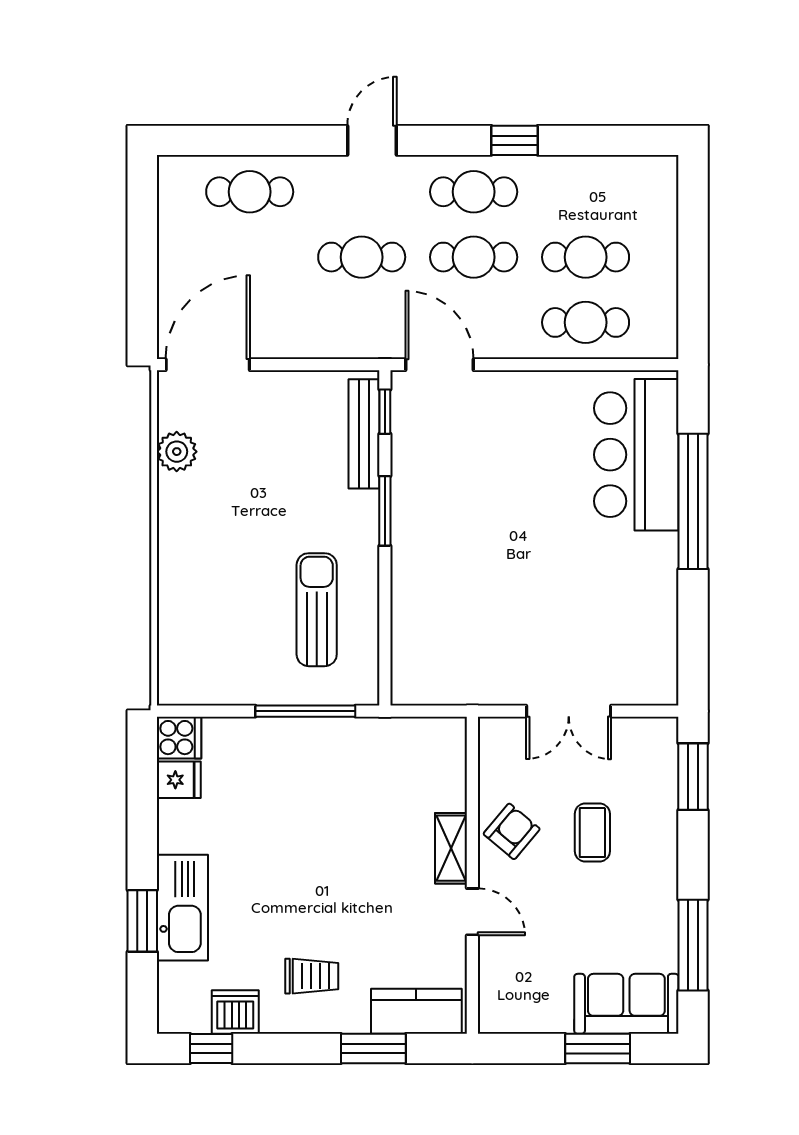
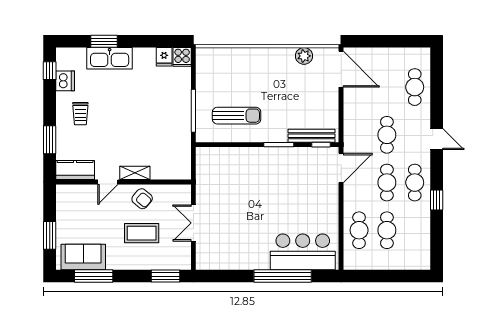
coffee table: (592, 833) -> (142, 233), width x1.36, depth x1.30
sofa: (626, 1004) -> (83, 257), moved, turned -90
kitchen counter: (416, 1011) -> (75, 170), moved, turned -90

